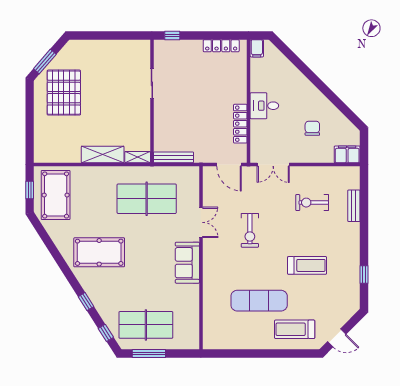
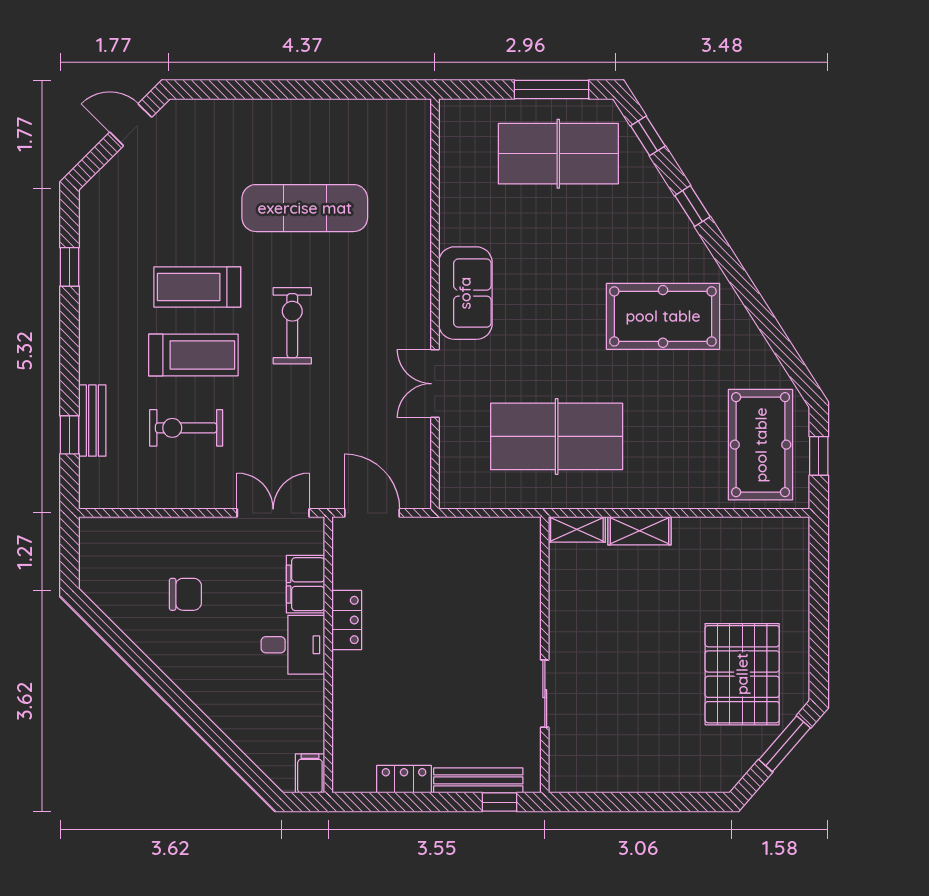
locker: (221, 46) -> (404, 779), width x0.66
locker: (240, 124) -> (347, 620), width x0.66
chair: (312, 128) -> (185, 594), turned -90
shelving: (103, 154) -> (639, 531), width x0.67, depth x0.75
filing cabinet: (347, 154) -> (305, 584), moved, turned 90
bench: (173, 157) -> (478, 780), moved
window: (364, 199) -> (70, 435), added
exercise bike: (312, 203) -> (186, 428), turned 180
exercise bike: (250, 230) -> (292, 326), moved
treadmill: (295, 329) -> (193, 355), moved

